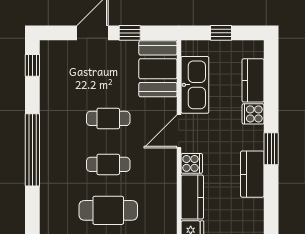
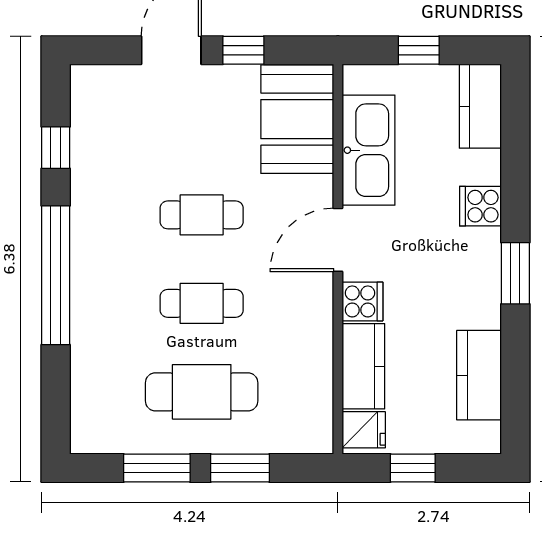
window: (32, 65) -> (56, 148), moved
kitchen counter: (253, 80) -> (480, 106), moved
kitchen counter: (252, 174) -> (479, 375), moved

